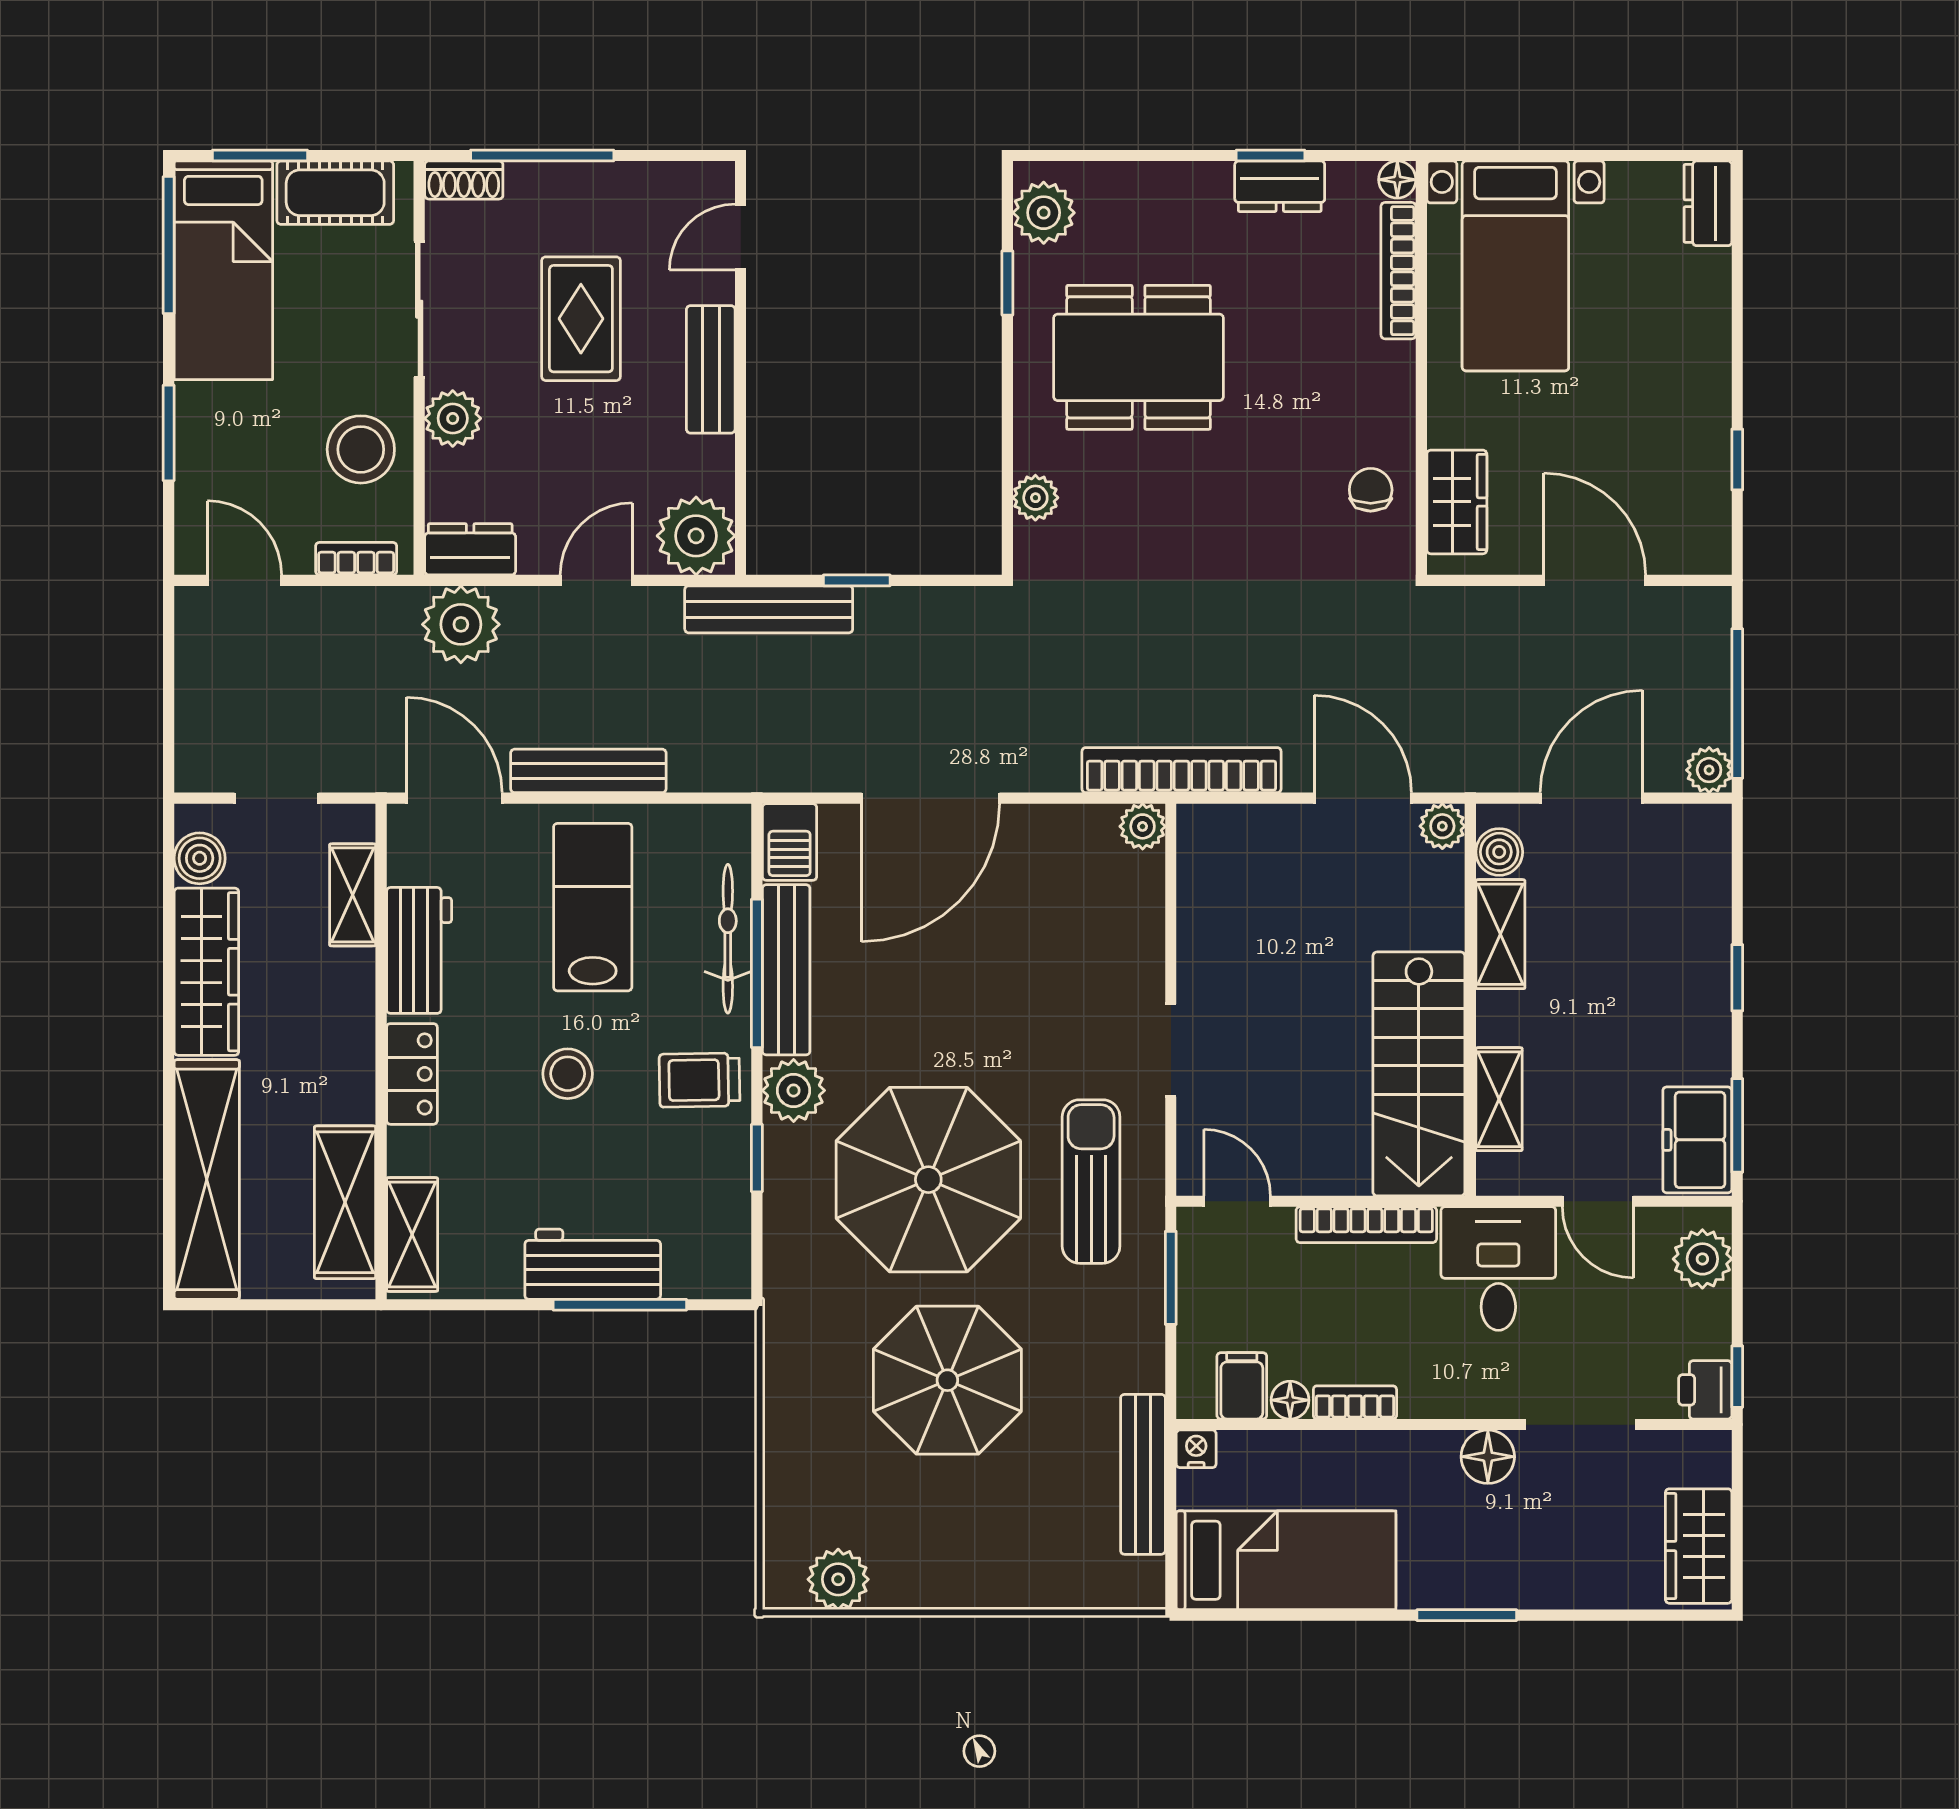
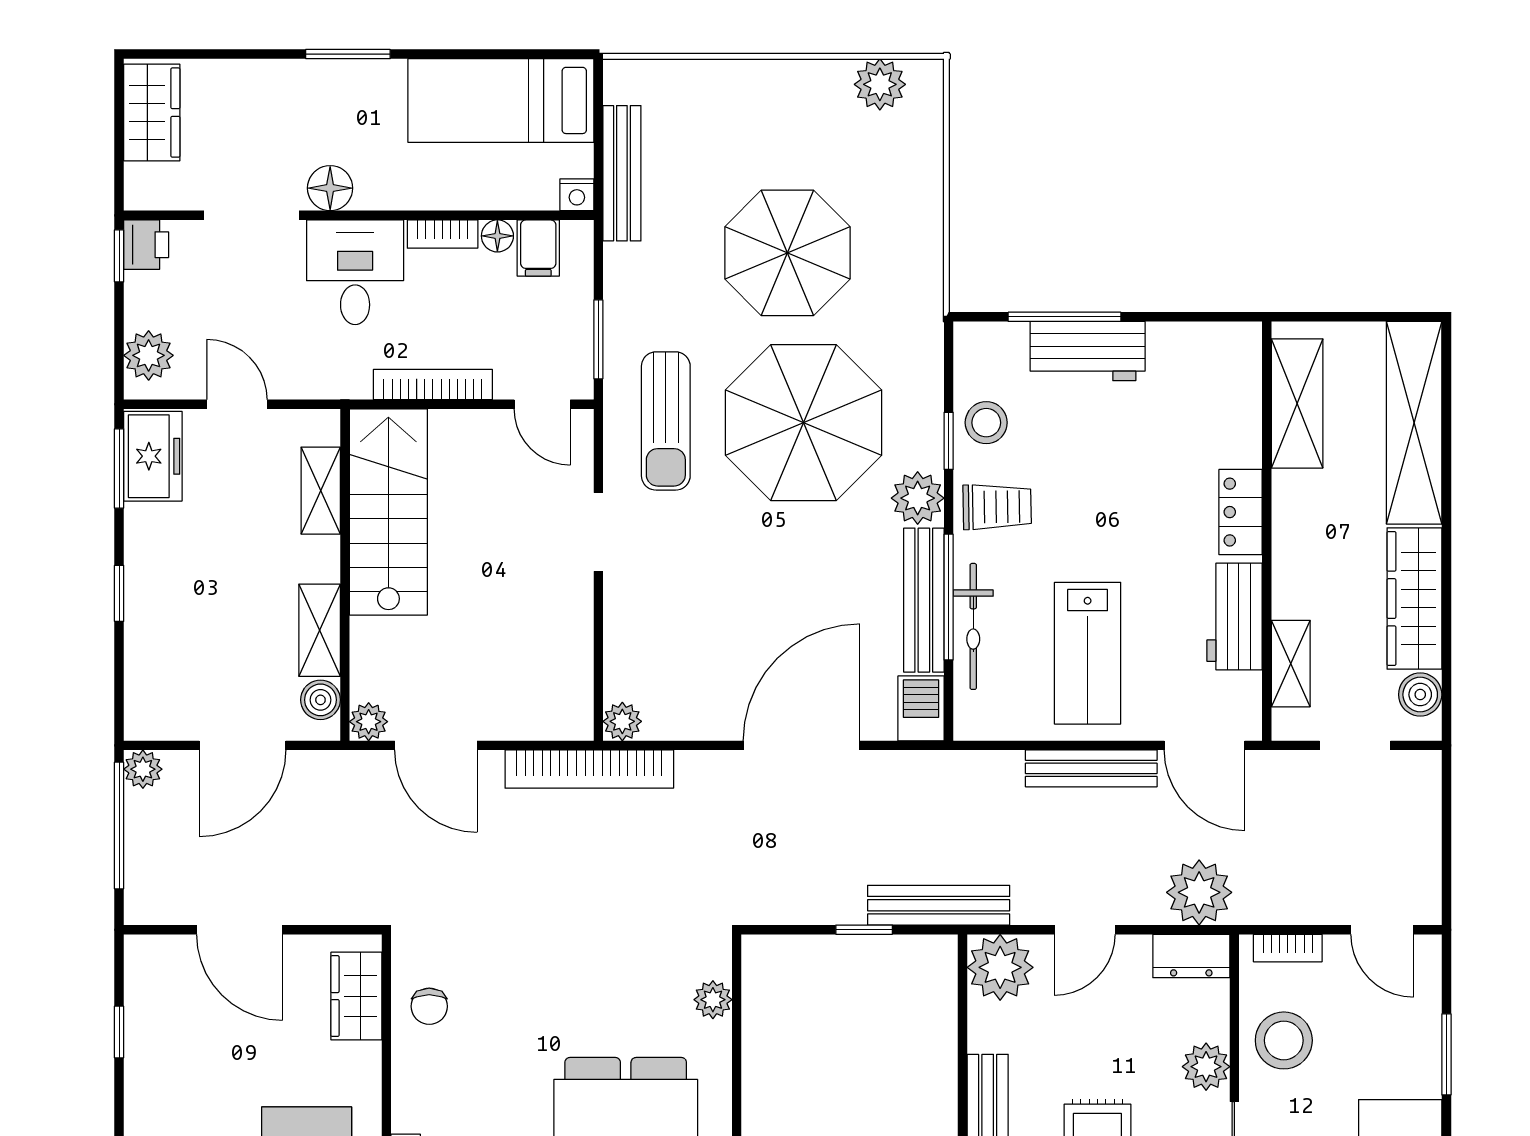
stool: (568, 1074) -> (986, 423), moved
shelving: (412, 1234) -> (1240, 376), removed
desk: (1498, 1269) -> (355, 272), moved, turned 180

